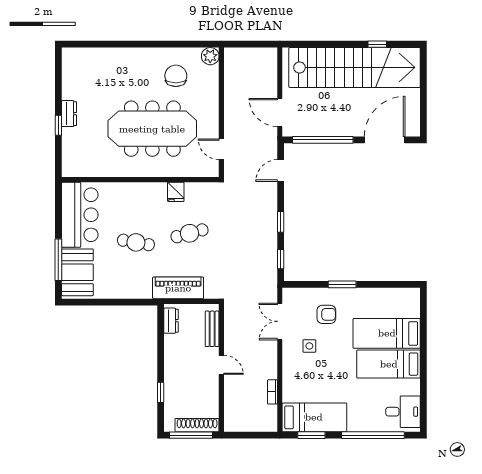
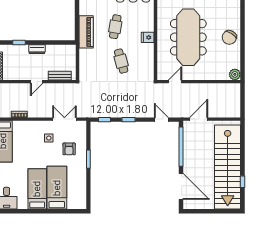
chair: (176, 76) -> (229, 37), moved, turned 122
fridge: (176, 192) -> (148, 37), moved
piano: (178, 288) -> (86, 32), moved
dresser: (171, 321) -> (37, 49), moved

